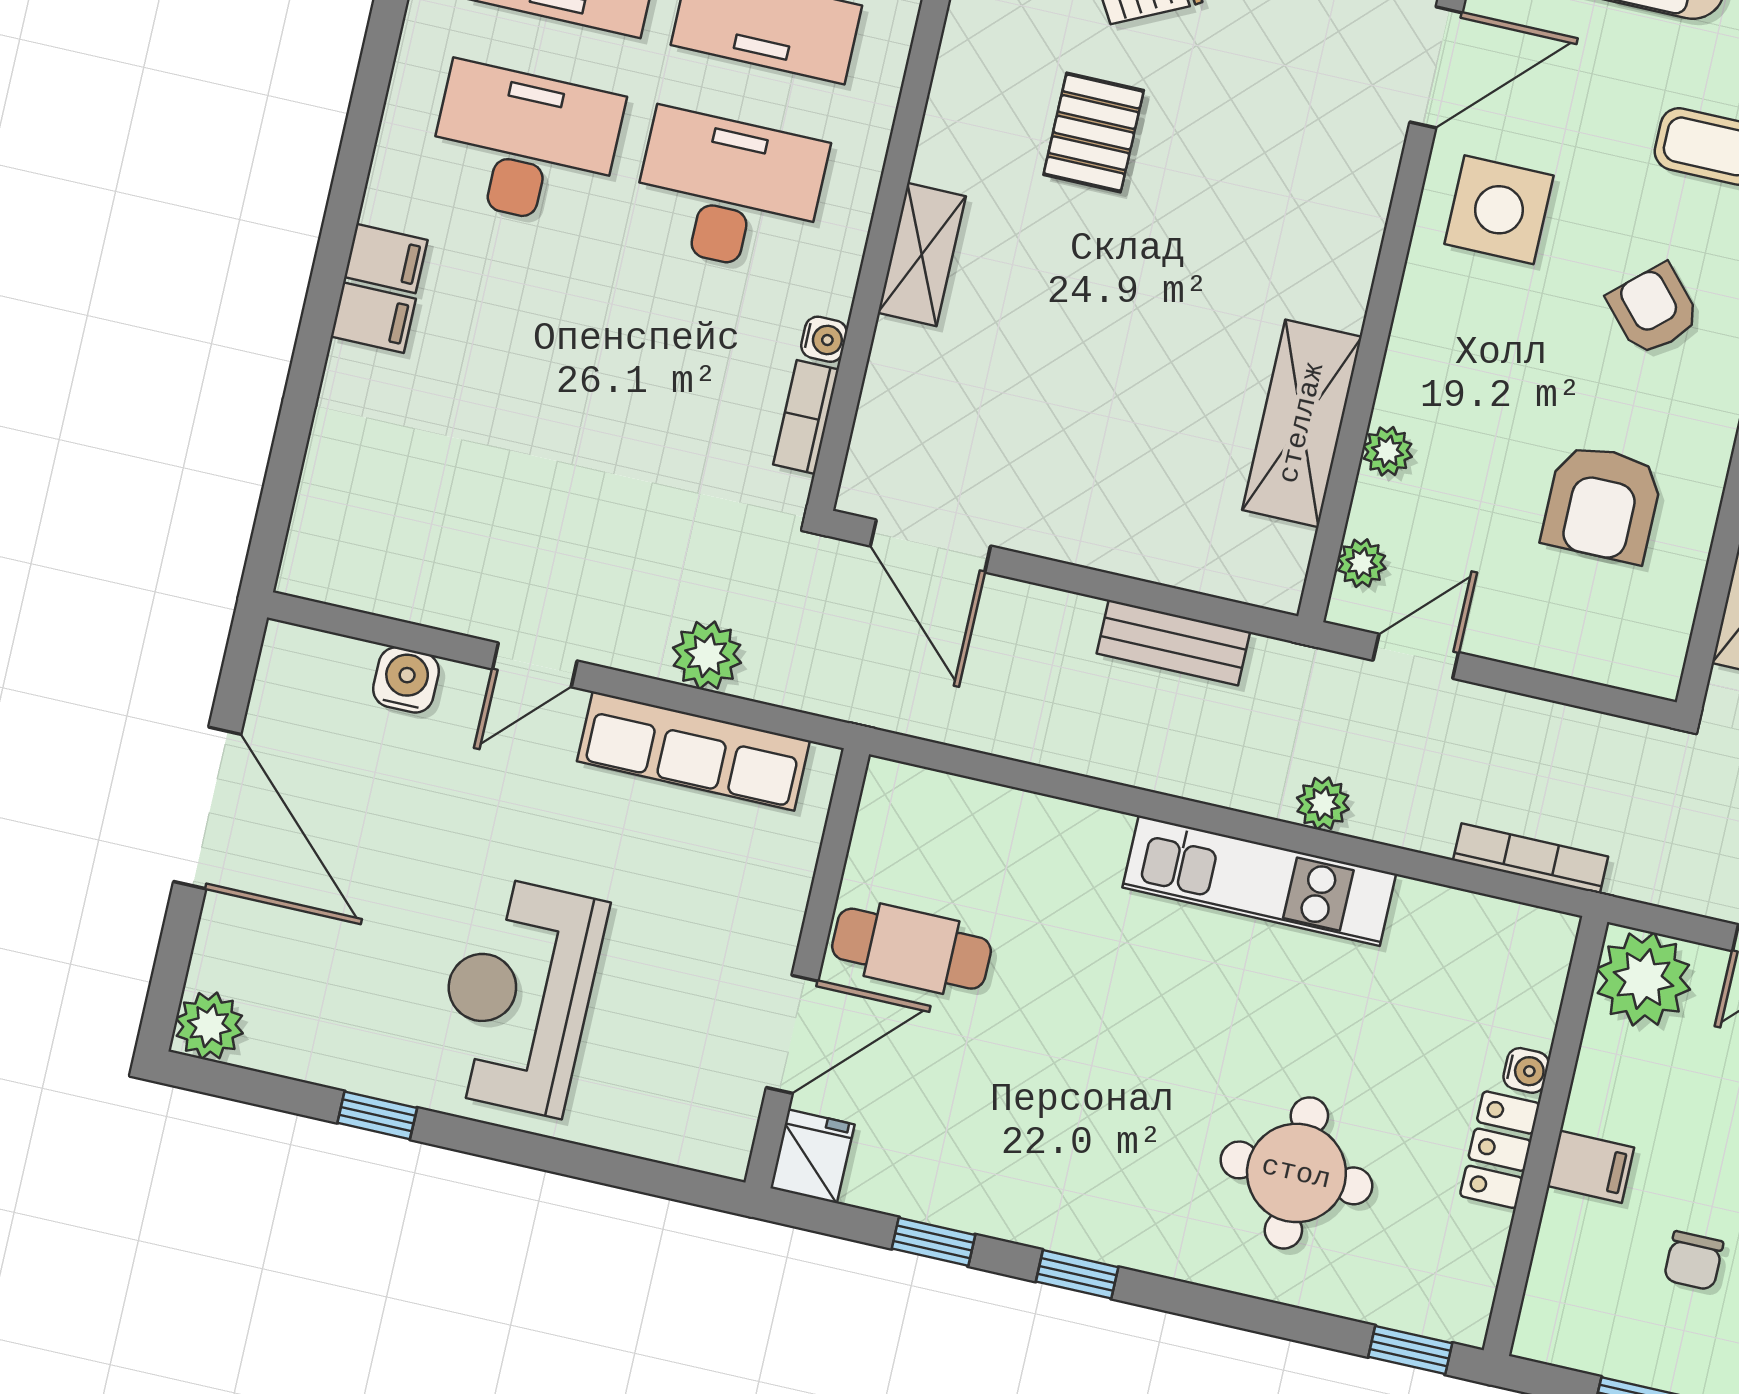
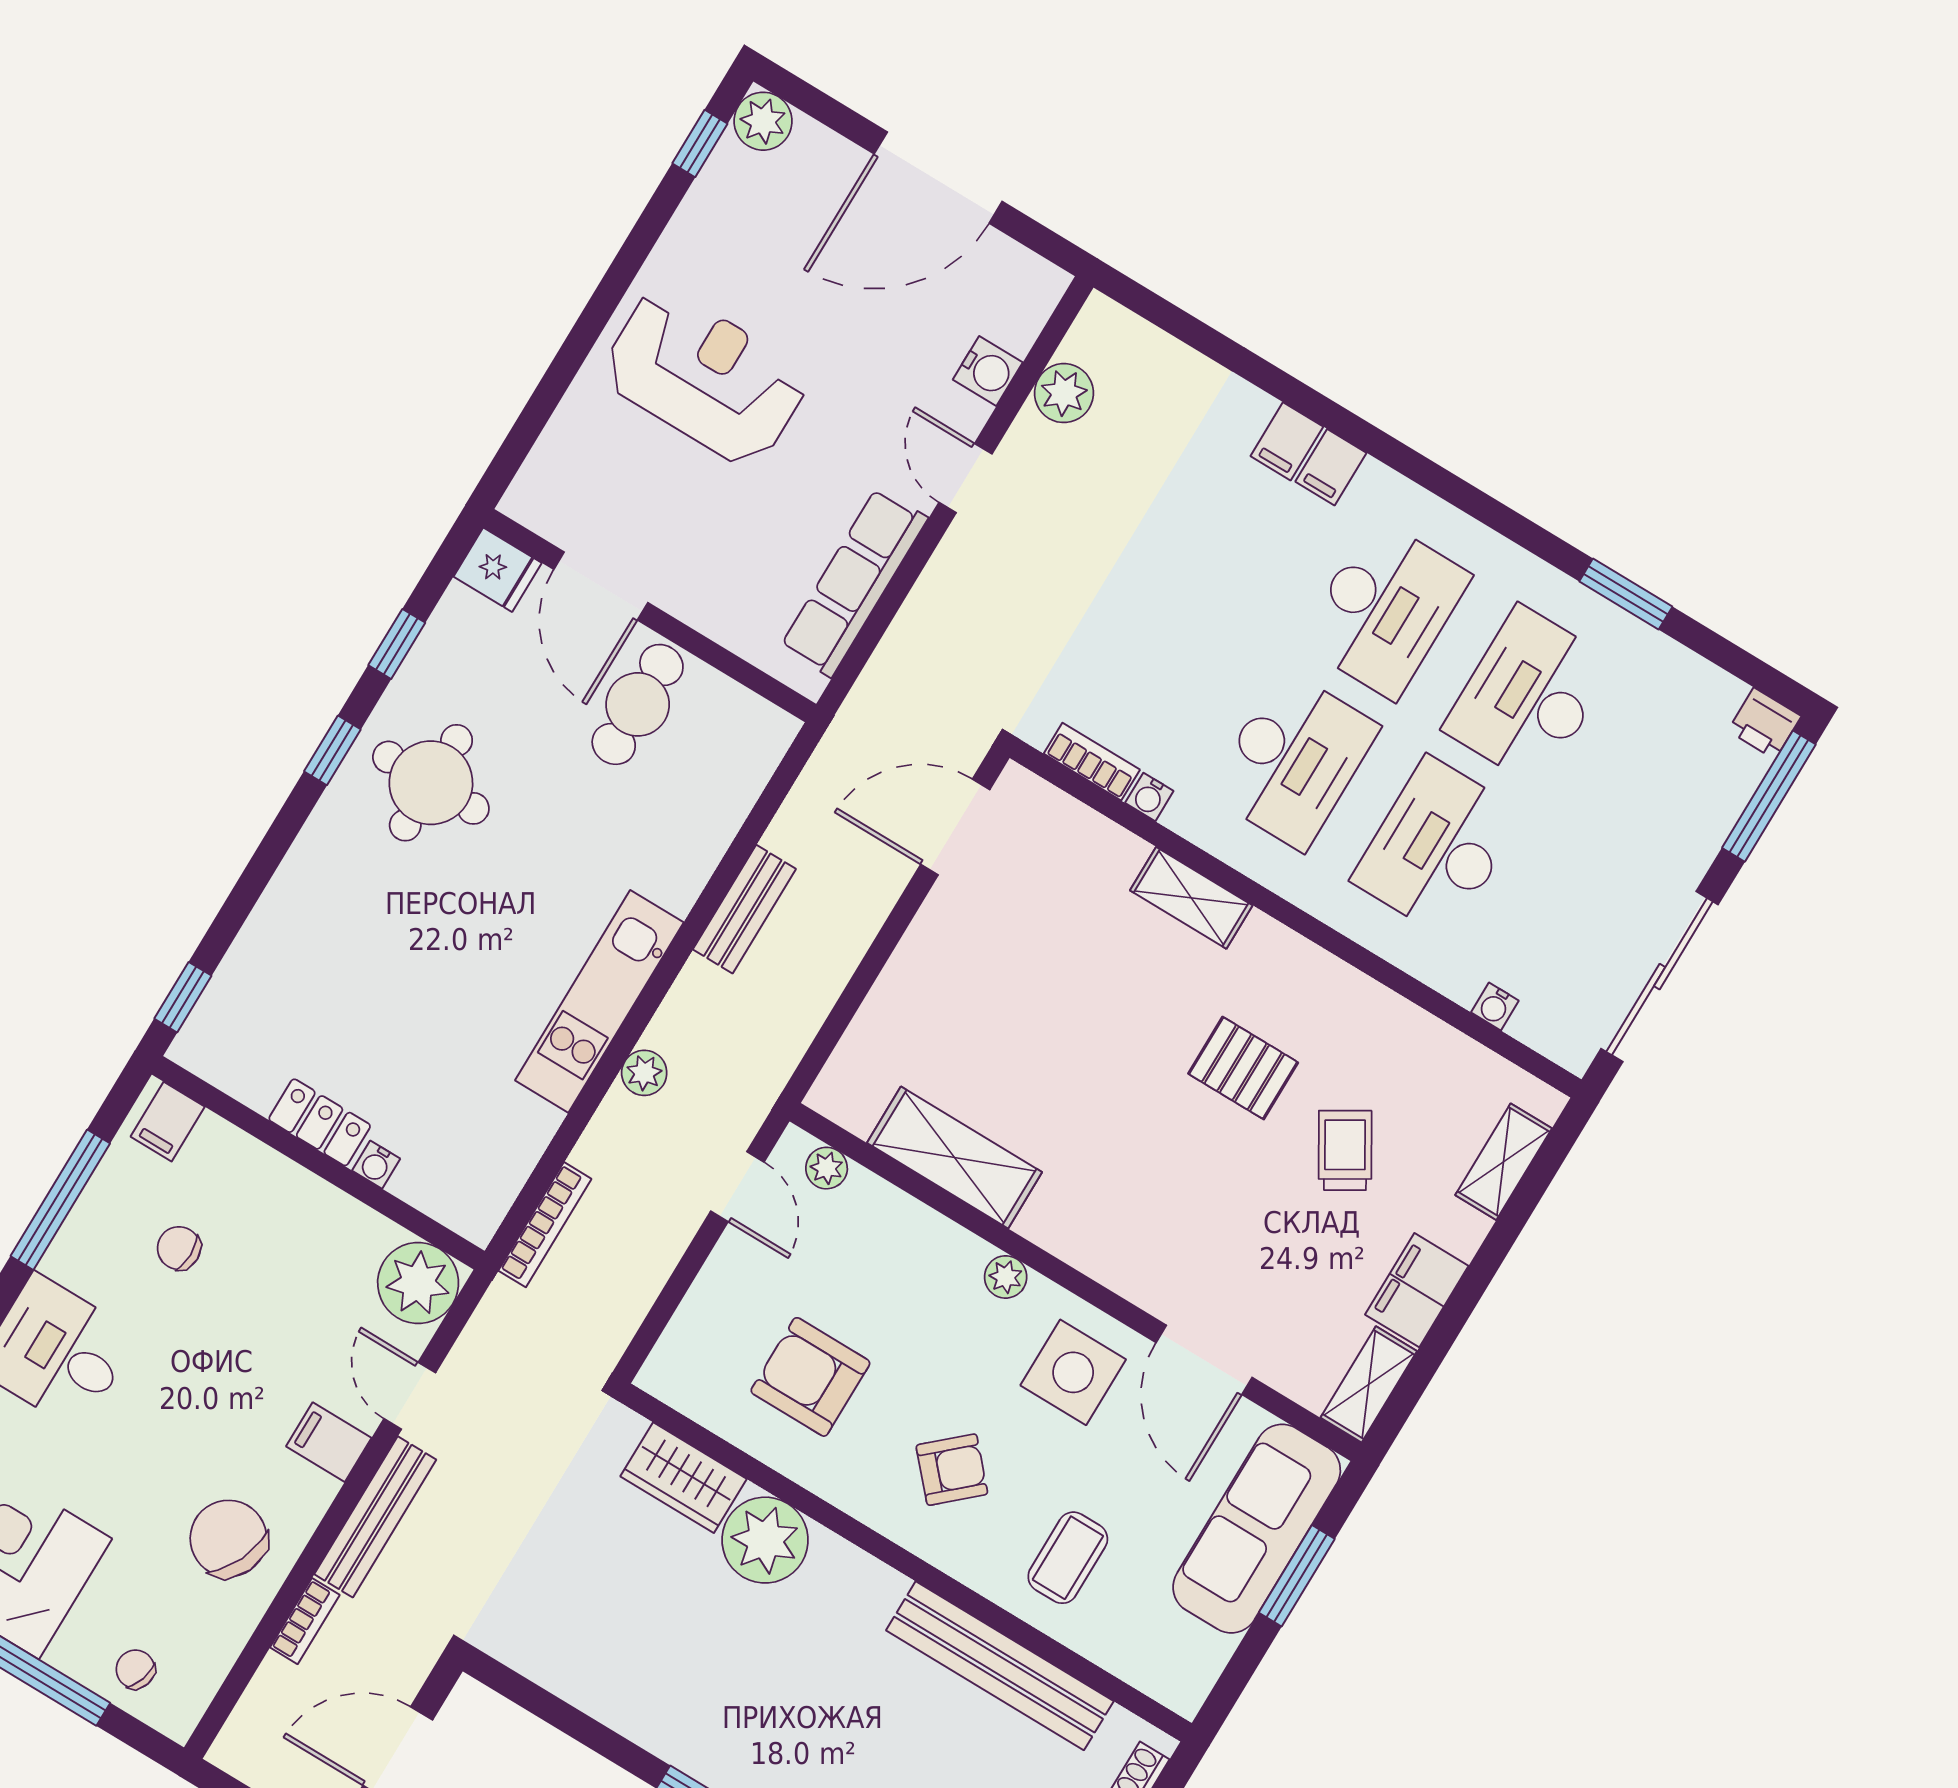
plant: (1388, 451) -> (1006, 1277), moved
bench: (1173, 643) -> (744, 909), moved
plant: (707, 655) -> (1064, 393), moved
window: (377, 1115) -> (700, 143), moved
filing cabinet: (1591, 1167) -> (168, 1122), moved
round table: (1296, 1173) -> (431, 783), moved

